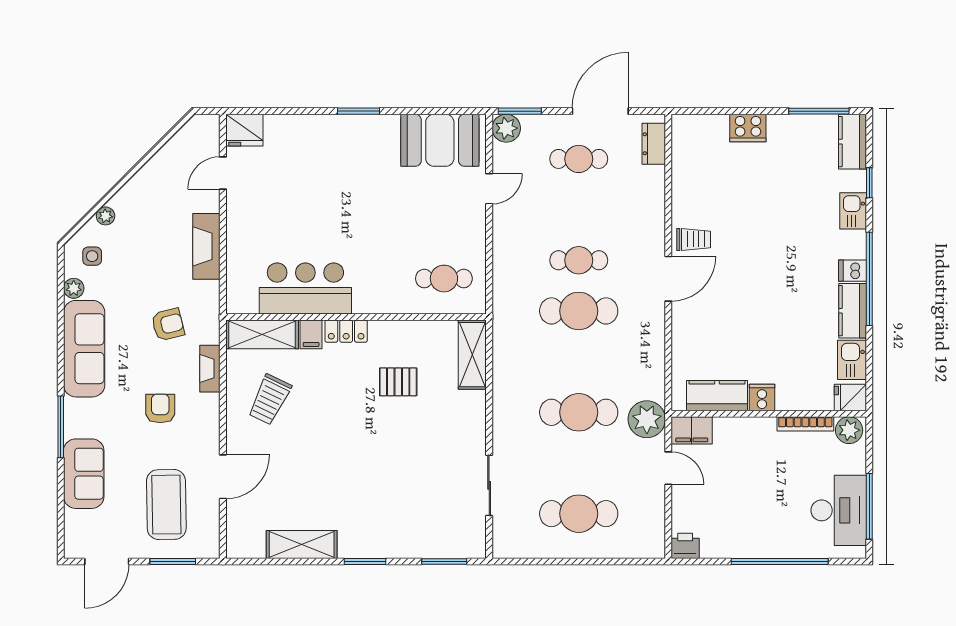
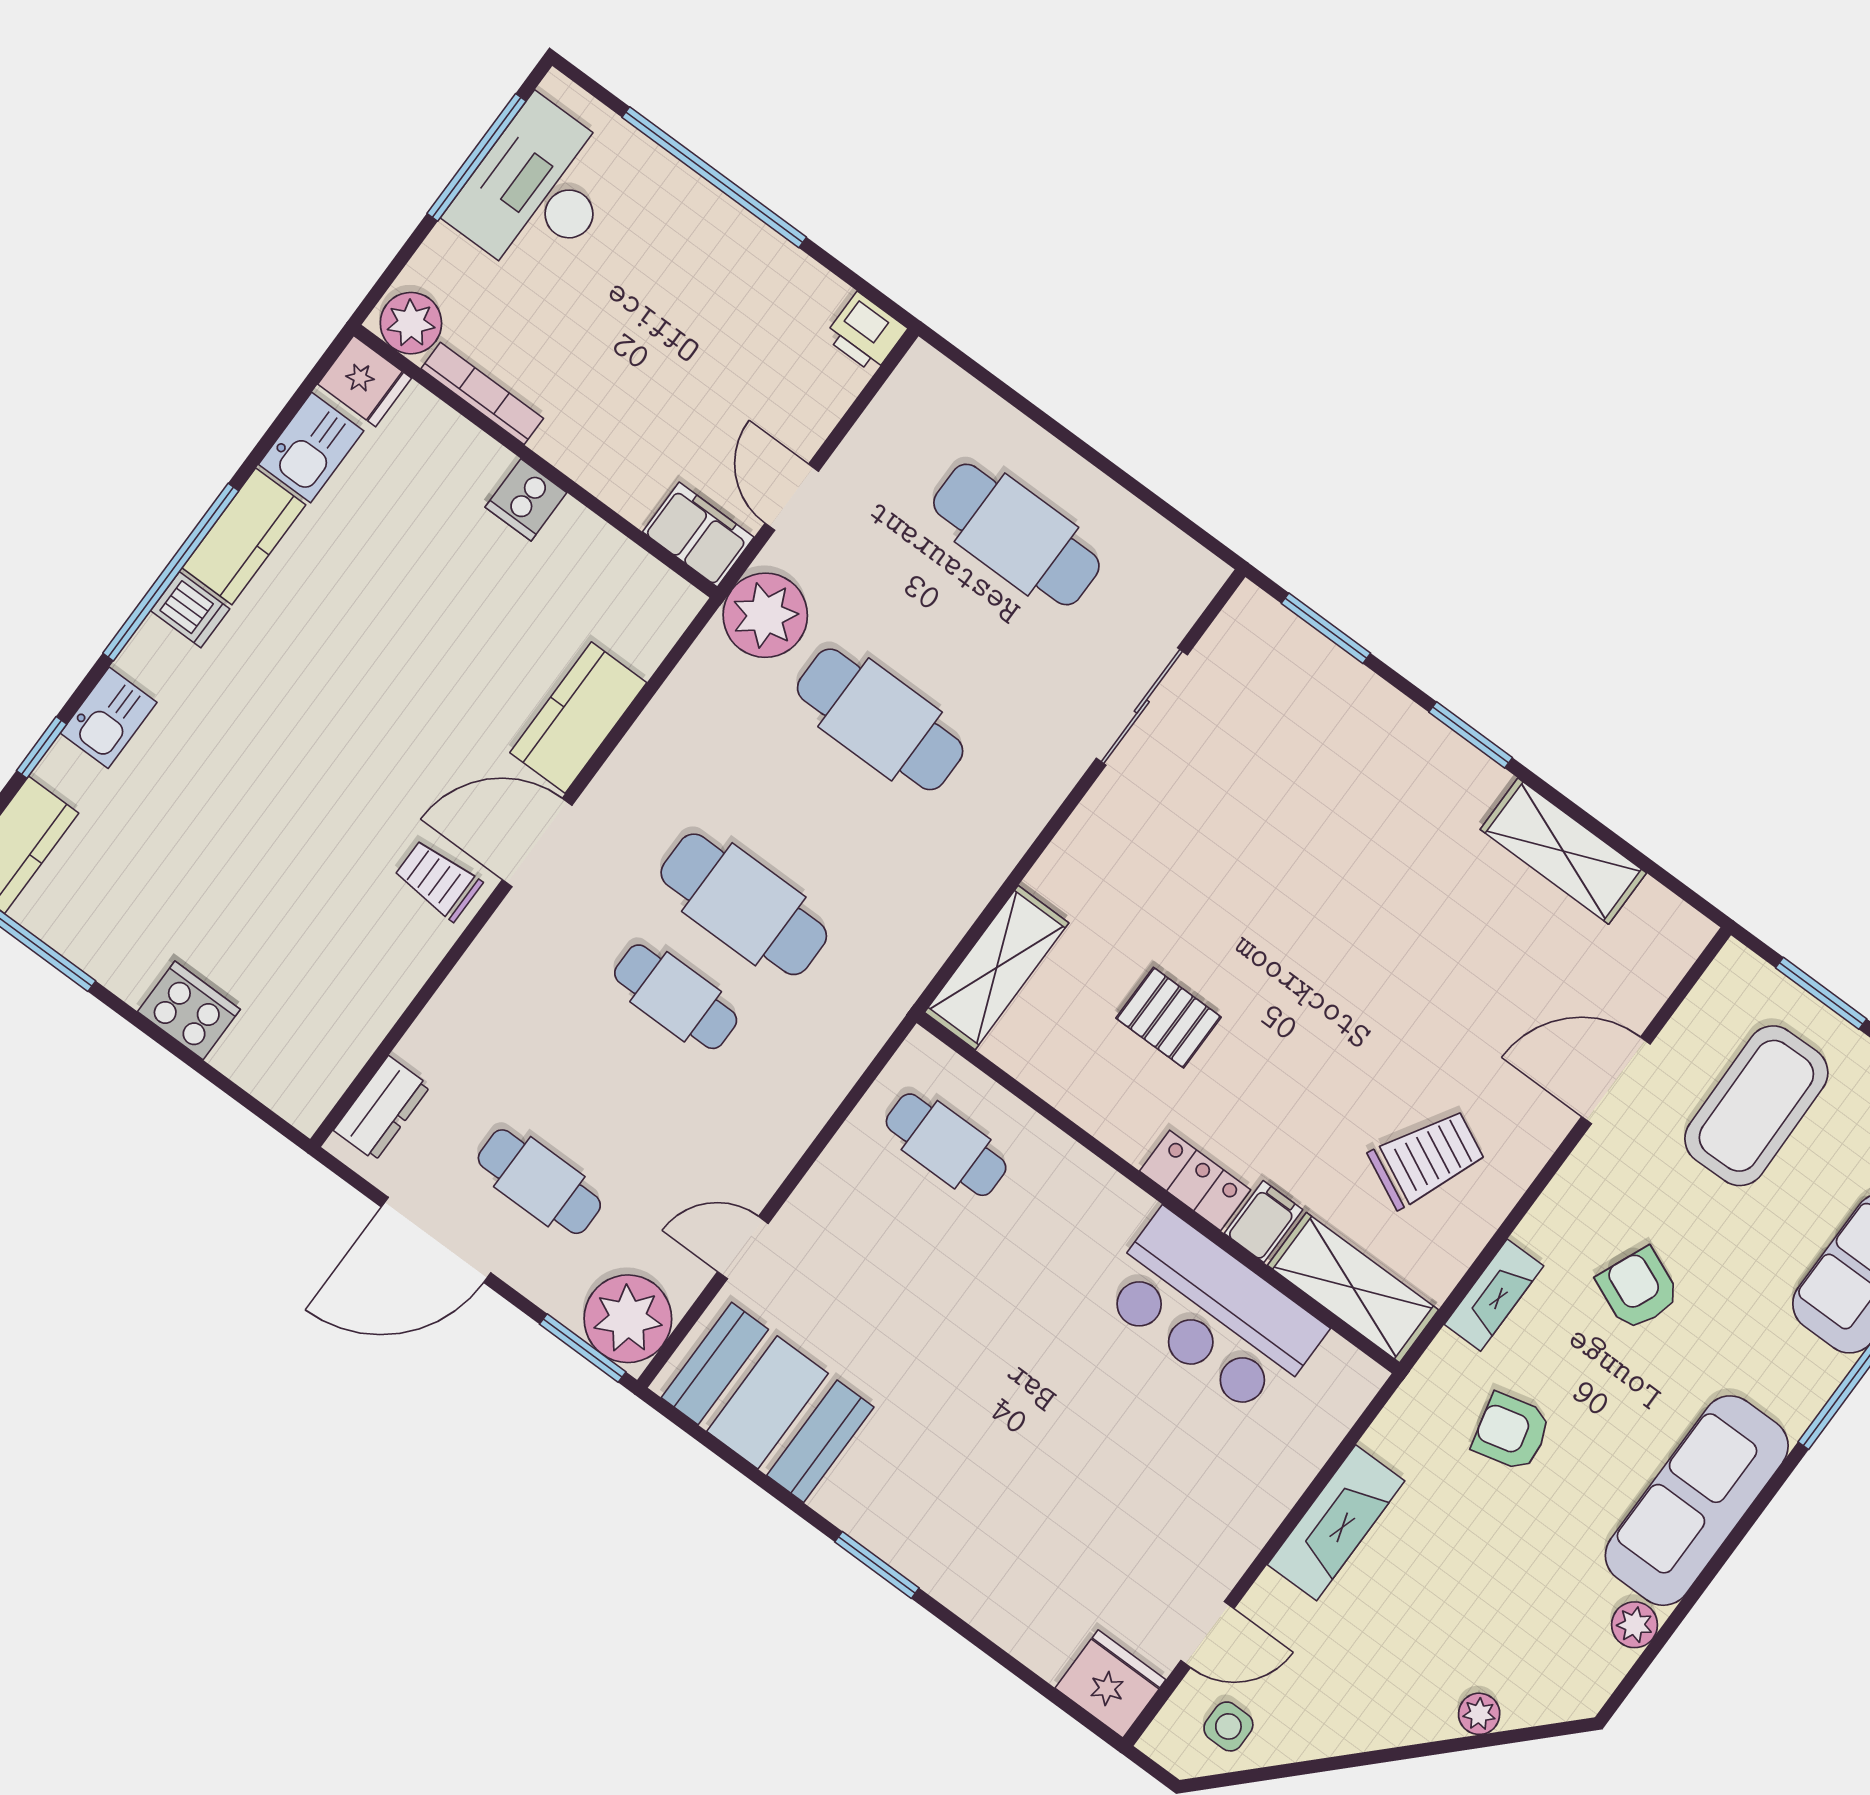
plant: (506, 128) -> (628, 1319), width x1.36, depth x1.36
side table: (92, 256) -> (1228, 1726), moved
kitchen counter: (717, 396) -> (578, 718), moved, turned 90
armchair: (160, 409) -> (1638, 1289), turned 113

